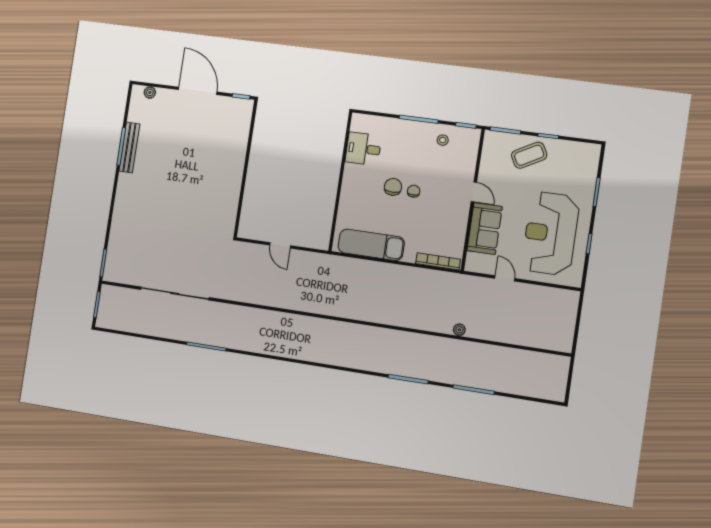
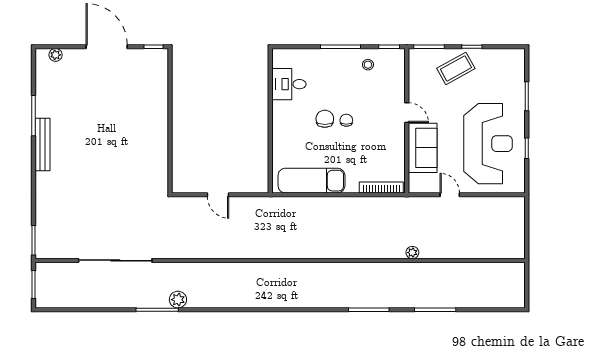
bench: (129, 147) -> (43, 145), moved
reception desk: (550, 234) -> (488, 144), turned 180
plant: (227, 340) -> (178, 300), added

